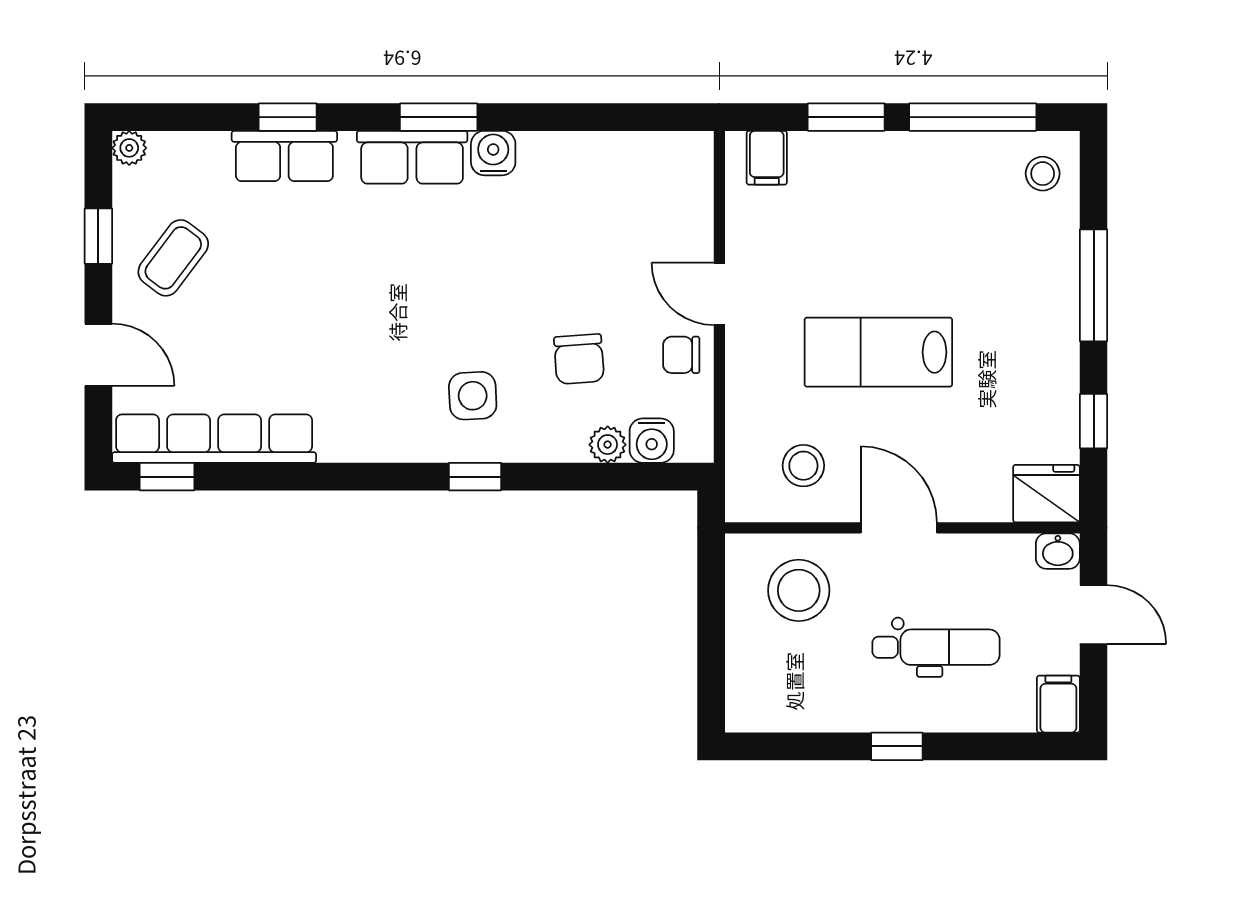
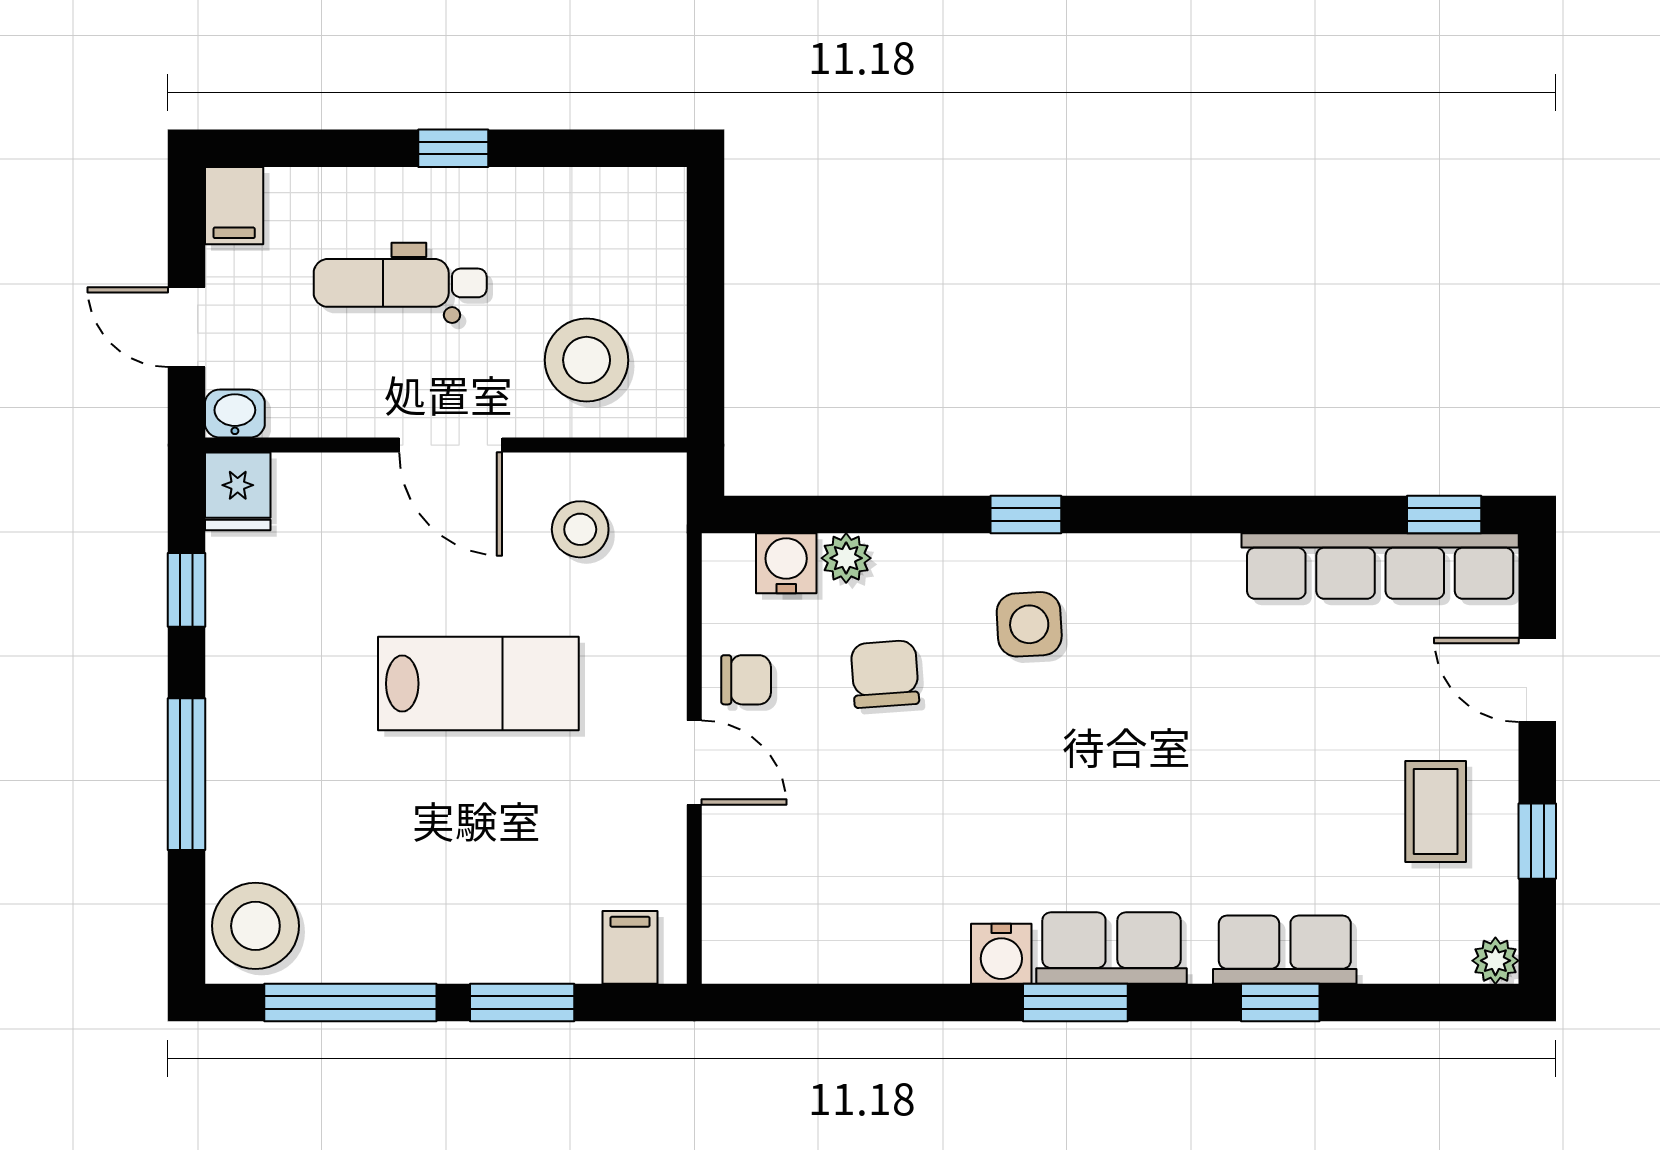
stool: (1043, 174) -> (255, 926), width x1.89, depth x1.89
coffee table: (173, 258) -> (1436, 811), turned -37
fridge: (1046, 494) -> (238, 491), width x0.72

